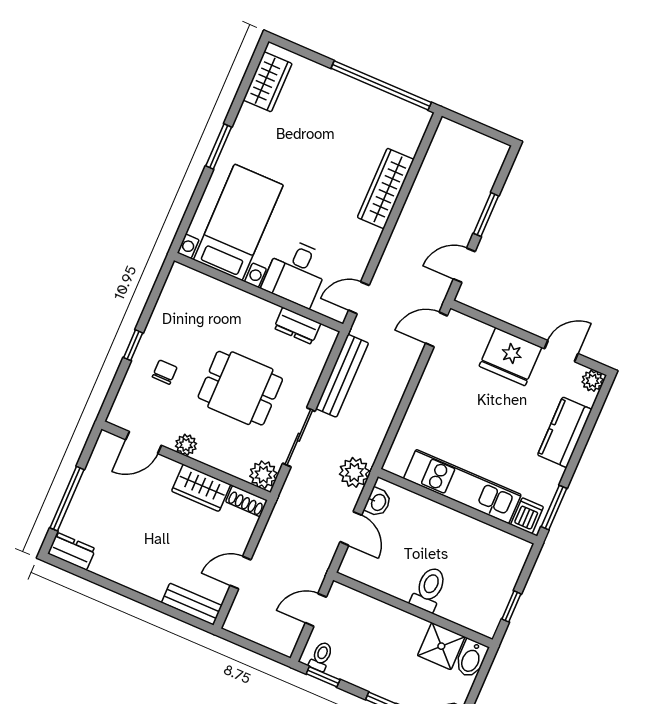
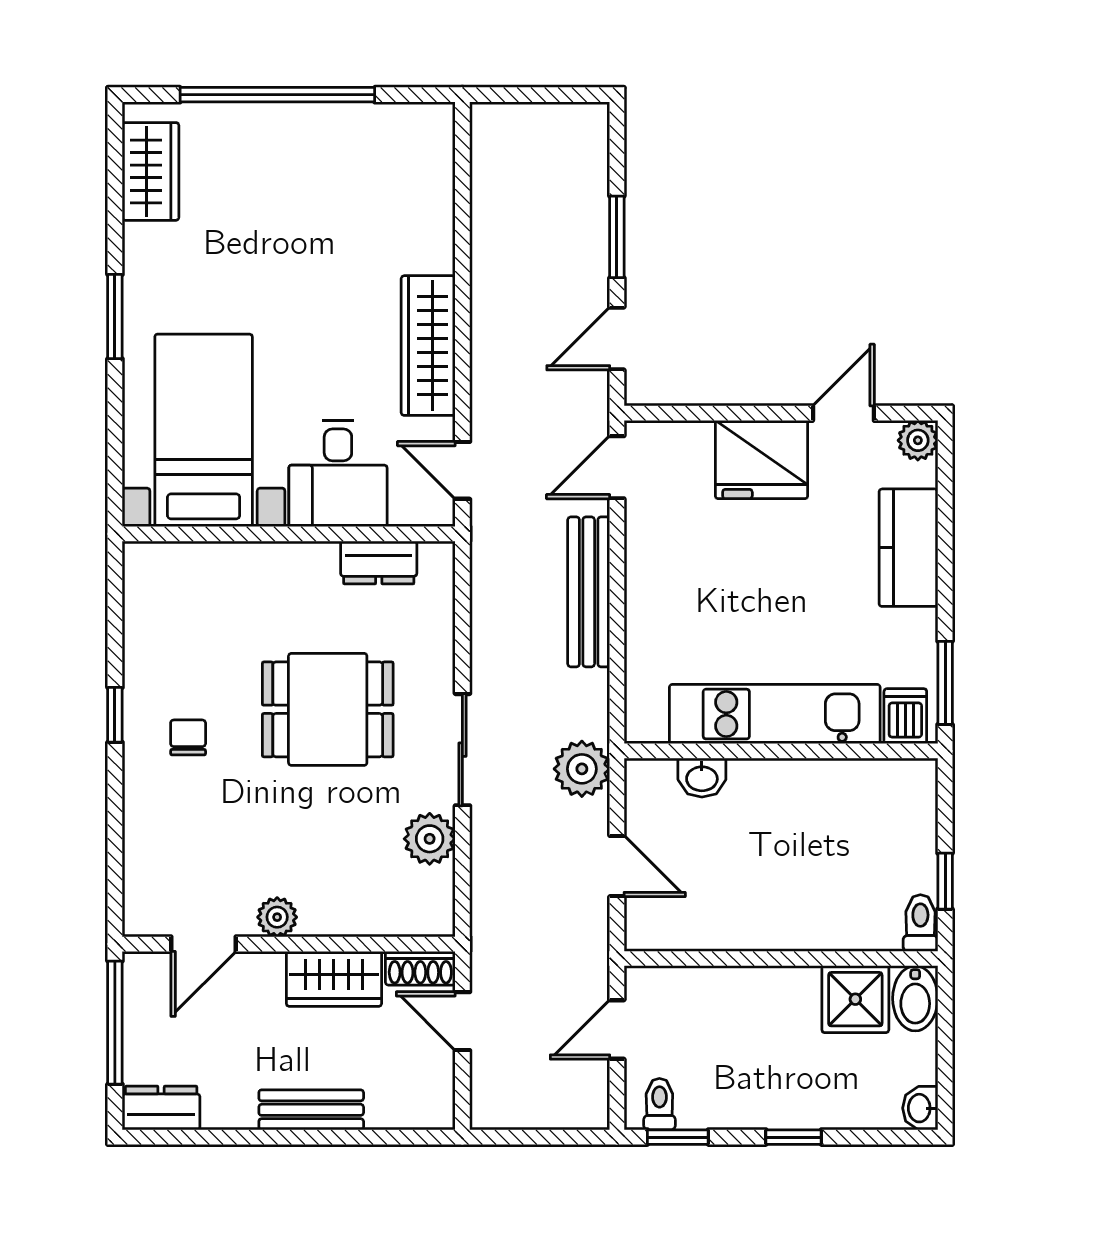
window: (381, 85) -> (277, 95), moved
wardrobe: (386, 189) -> (428, 346), moved
door: (359, 298) -> (462, 470), hinge flipped
bench: (342, 376) -> (589, 592), moved
door: (144, 442) -> (204, 944), moved
plant: (186, 445) -> (277, 917), moved
wall: (186, 461) -> (289, 944), moved
wardrobe: (201, 488) -> (334, 979), moved
shoe rack: (246, 501) -> (420, 968), moved
washbasin: (378, 502) -> (702, 778), moved, turned 90
door: (241, 573) -> (462, 1021), hinge flipped
toilet: (429, 589) -> (920, 923), moved, width x0.73, depth x0.72
bench: (192, 604) -> (311, 1110), moved

